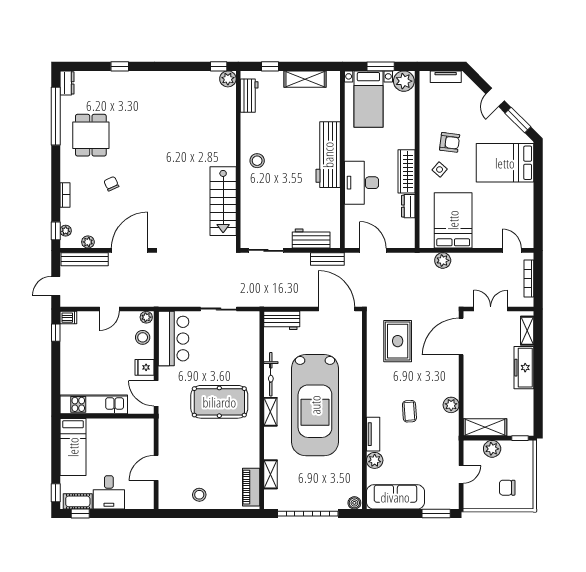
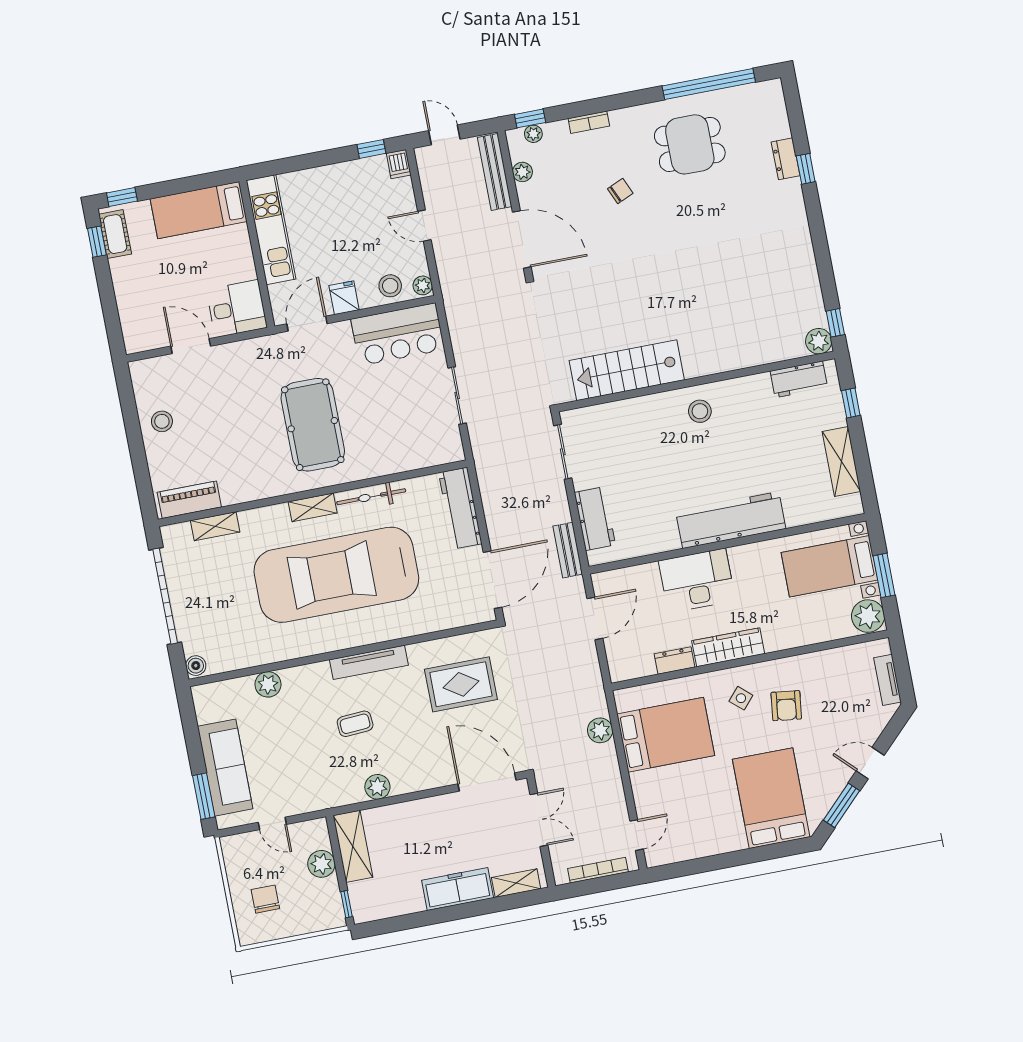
dresser: (67, 83) -> (786, 159), moved, turned 90
workbench: (282, 320) -> (460, 508), width x1.38
tv unit: (373, 434) -> (369, 662), moved, width x1.41
desk: (109, 492) -> (237, 309), moved, turned 180
sofa: (395, 497) -> (225, 768), moved

